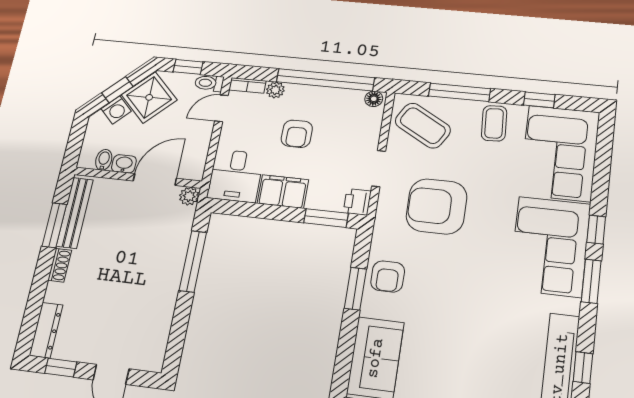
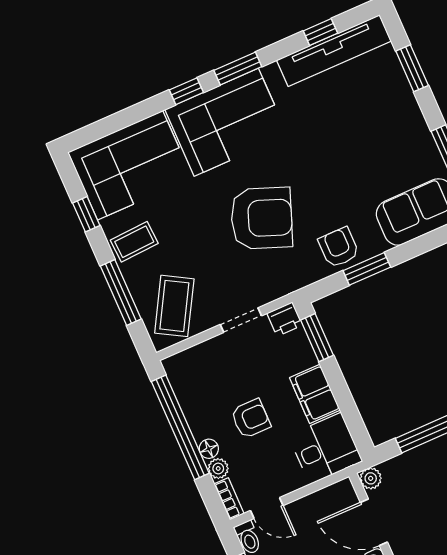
floor lamp: (374, 99) -> (209, 449), moved
armchair: (437, 206) -> (262, 218), moved, turned -69
armchair: (388, 277) -> (339, 247), turned -90

